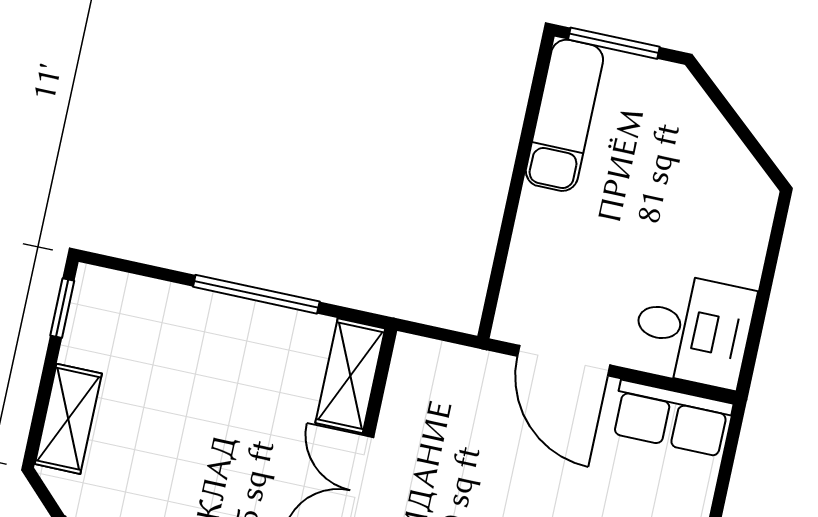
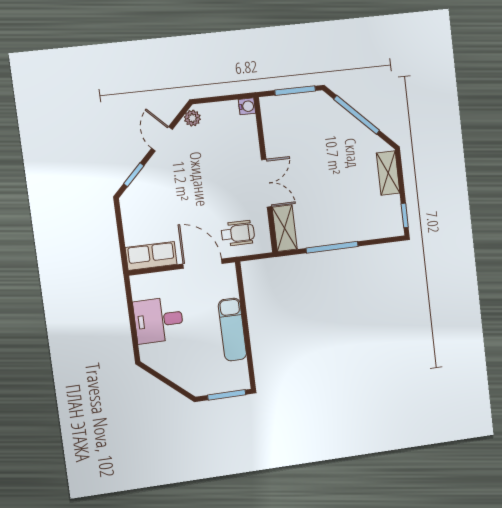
exam couch: (564, 115) -> (232, 330), moved
desk: (693, 330) -> (159, 320), moved
wheelchair: (461, 401) -> (238, 233), added

